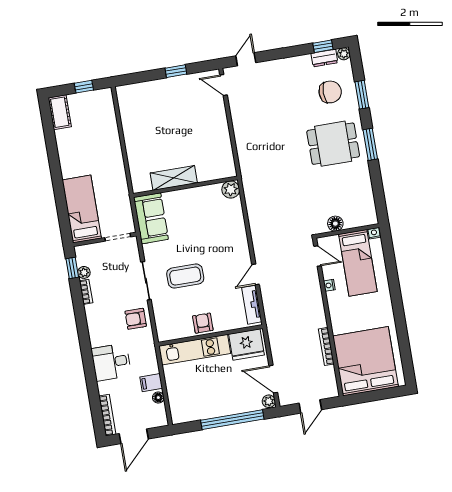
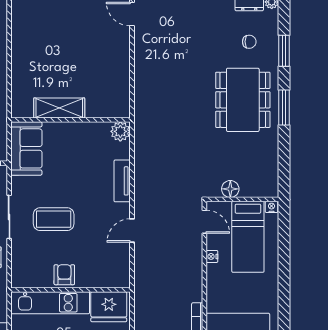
chair: (330, 92) -> (249, 42), width x0.54, depth x0.54
dining table: (333, 144) -> (243, 100), width x1.38
tv unit: (252, 305) -> (122, 181), moved

